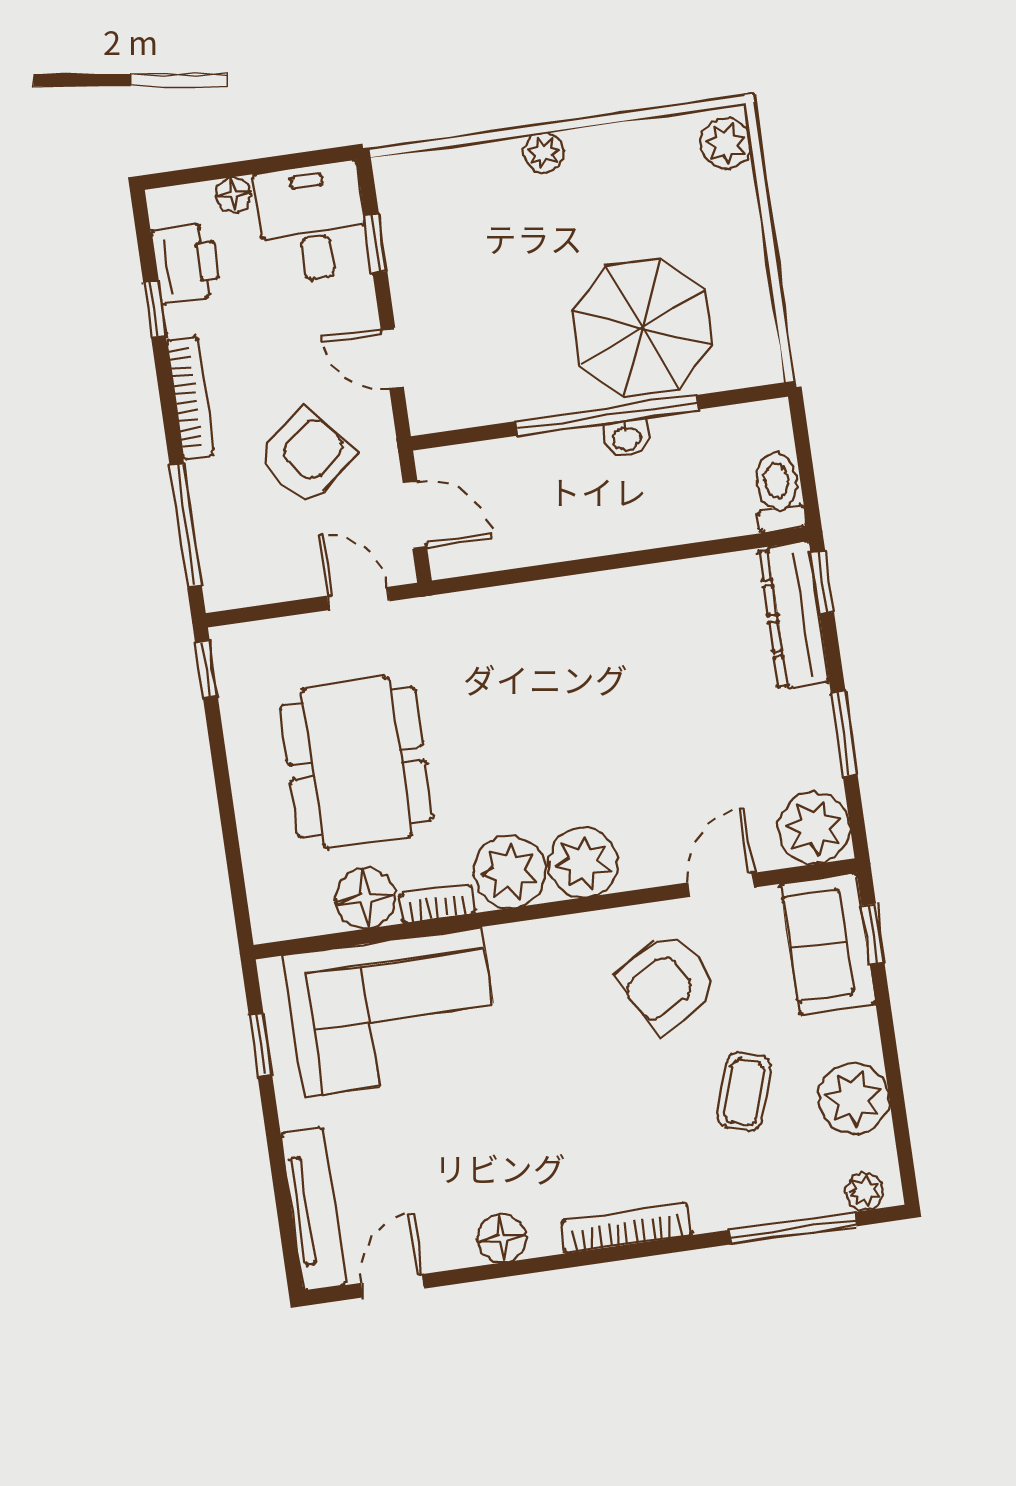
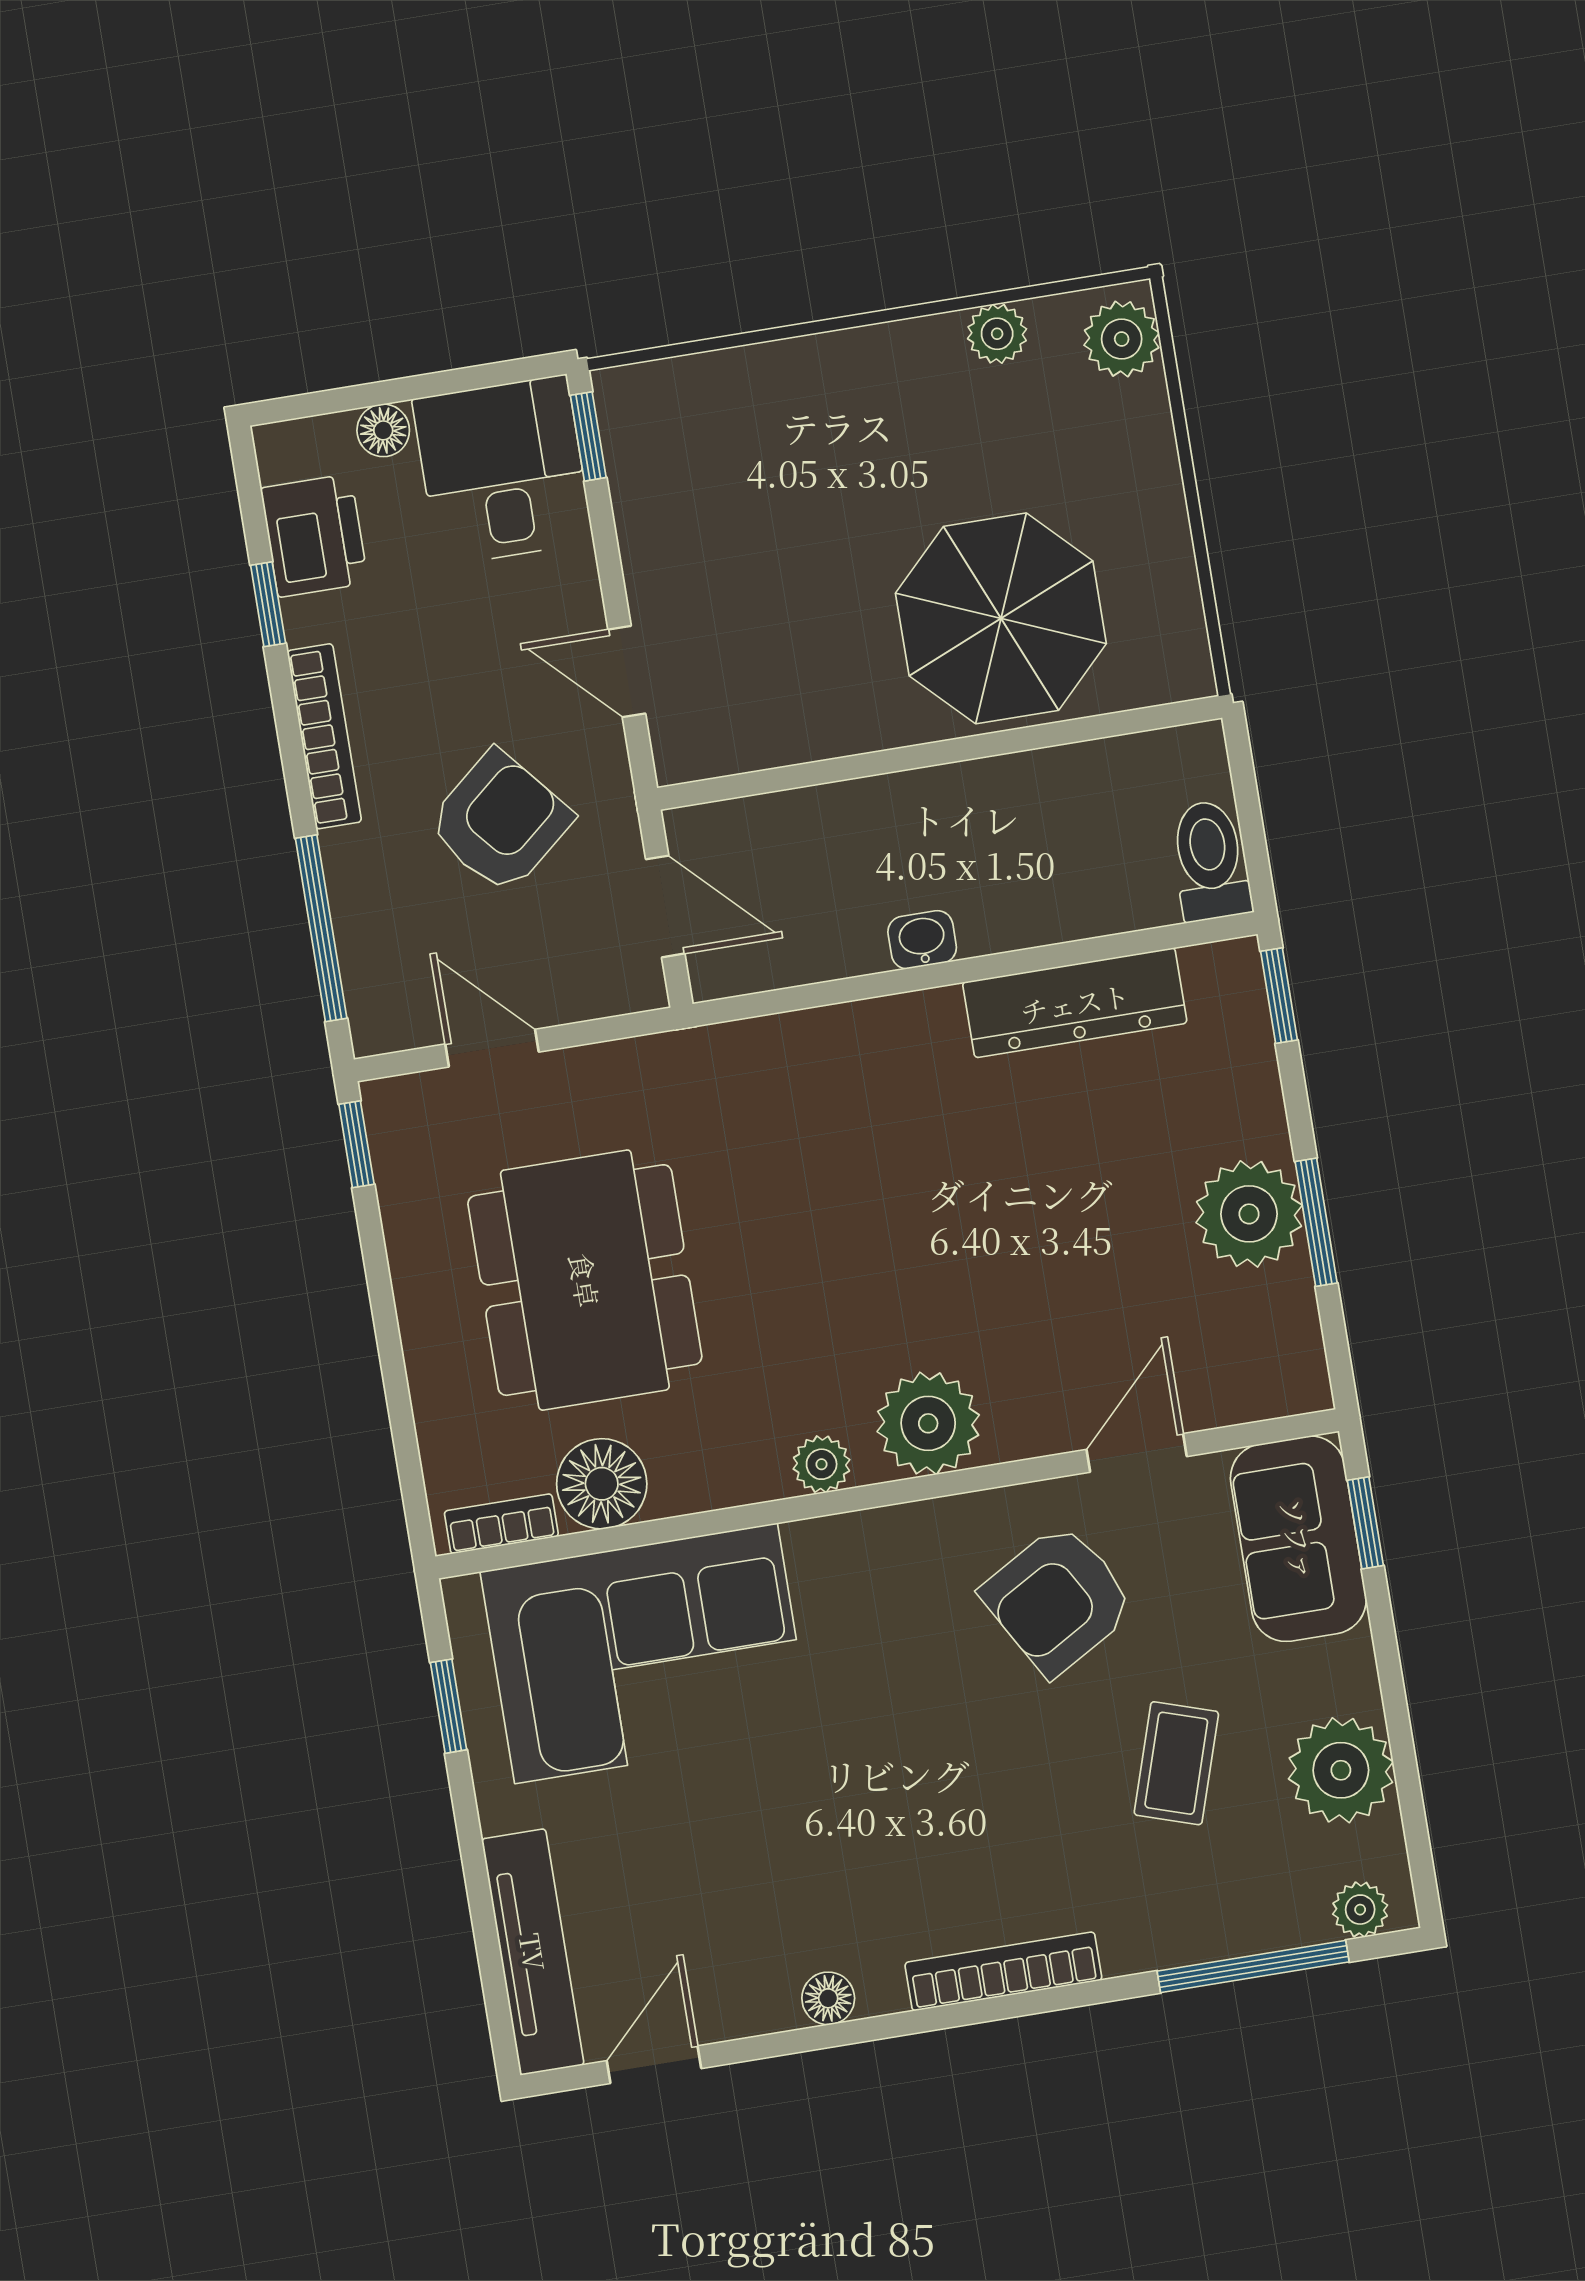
plant: (544, 152) -> (997, 334), moved
window: (376, 243) -> (588, 436), moved
window: (607, 415) -> (951, 751), removed
washbasin: (627, 438) -> (922, 940), moved, turned 180
door: (358, 598) -> (492, 1048), moved
dresser: (794, 615) -> (1075, 1003), moved, turned -90
plant: (814, 828) -> (1249, 1214), moved
plant: (509, 872) -> (822, 1464), width x0.53, depth x0.53
bookcase: (437, 904) -> (501, 1524), moved
floor lamp: (502, 1238) -> (828, 1998), width x0.73, depth x0.73

